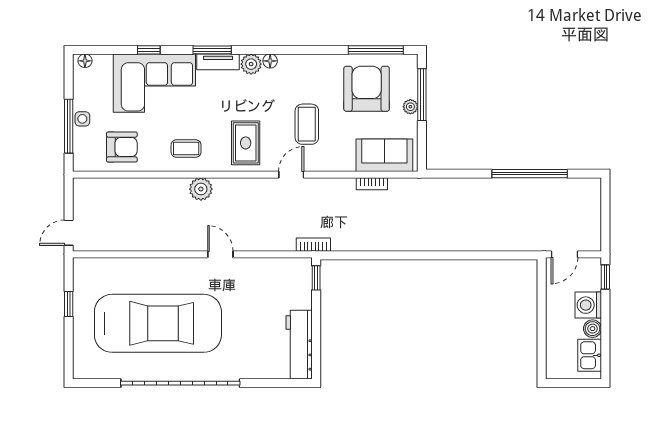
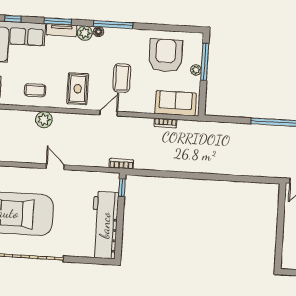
window: (376, 50) -> (113, 25), moved
workbench: (299, 345) -> (105, 225), width x1.36, depth x1.32

